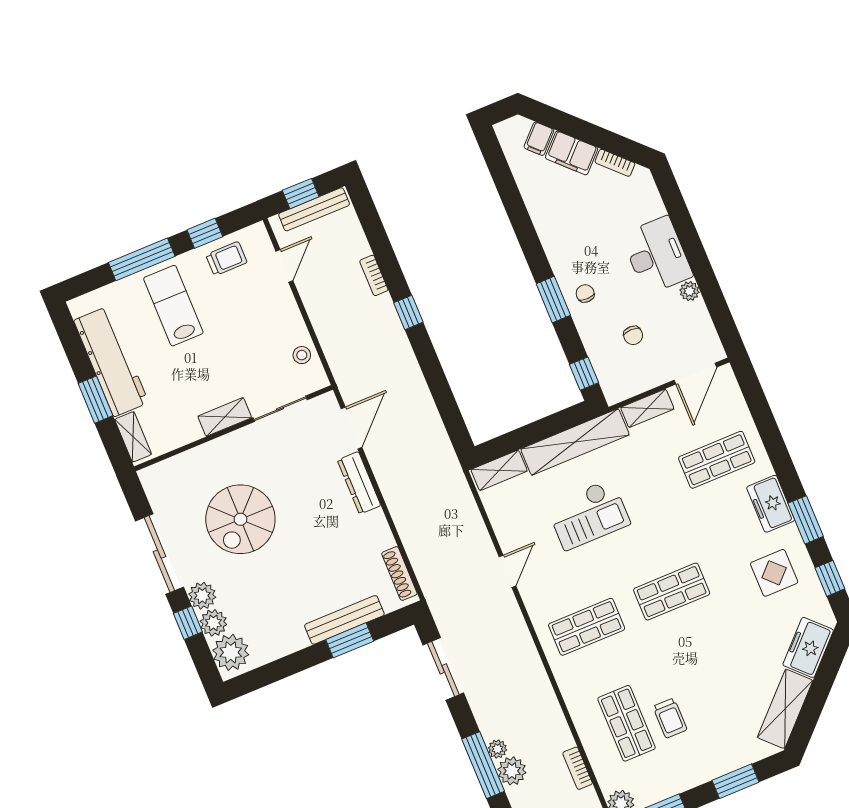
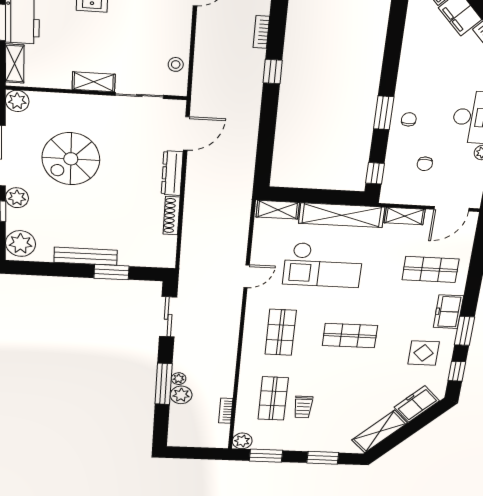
checkout: (588, 514) -> (323, 265), width x1.36, depth x1.21
shoe rack: (399, 573) -> (172, 216), moved
bench: (344, 620) -> (86, 256), moved
plant: (213, 623) -> (17, 101), moved
shop shelf: (587, 627) -> (281, 332), turned 90

